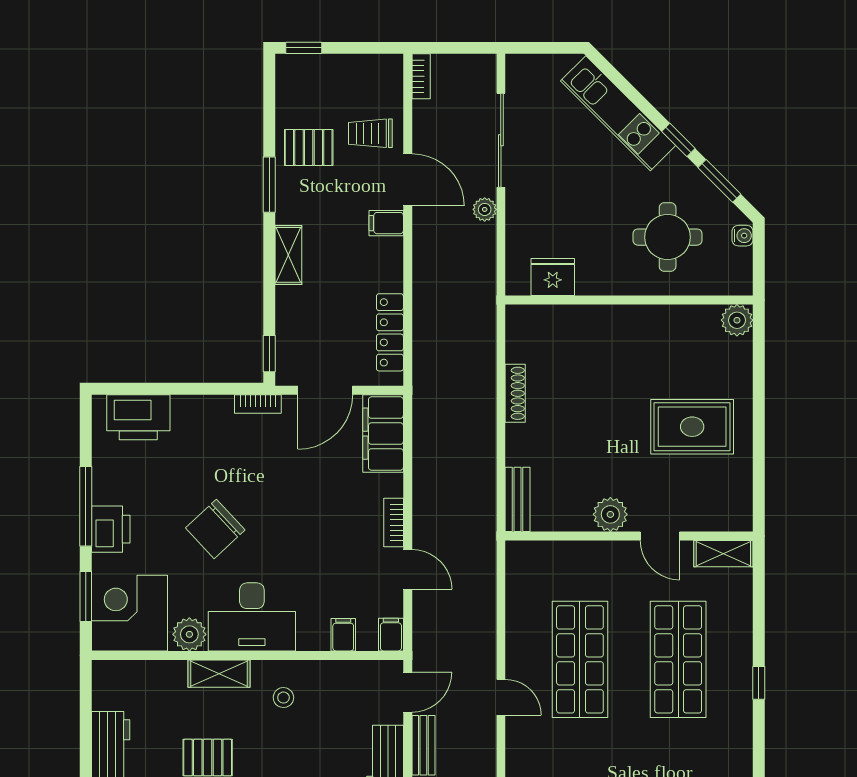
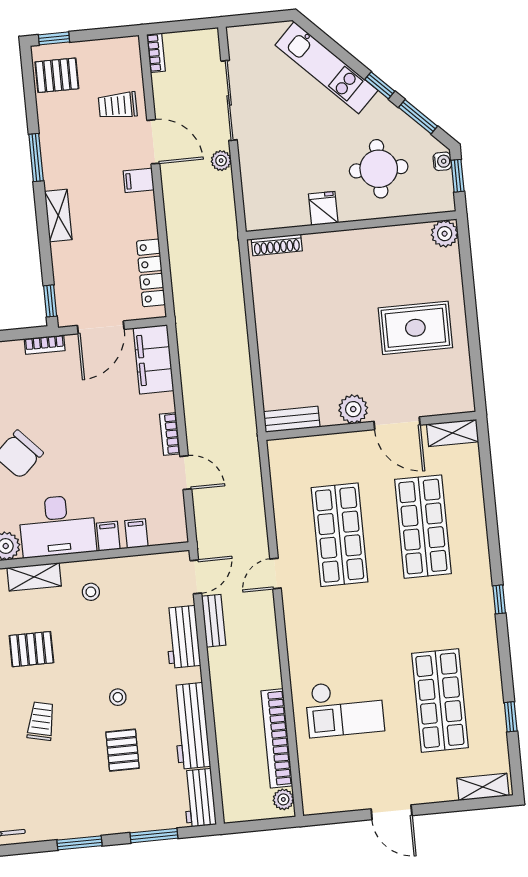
pallet: (309, 147) -> (57, 75), moved
window: (759, 254) -> (458, 176), added
fridge: (553, 277) -> (323, 208), moved, width x0.72
shoe rack: (515, 393) -> (277, 245), moved, turned 90
bench: (518, 499) -> (292, 419), moved, turned 90
door: (660, 536) -> (397, 423), width x1.38
filing cabinet: (391, 635) -> (108, 536), moved
window: (759, 683) -> (499, 599), moved
door: (501, 697) -> (275, 573), swing flipped

